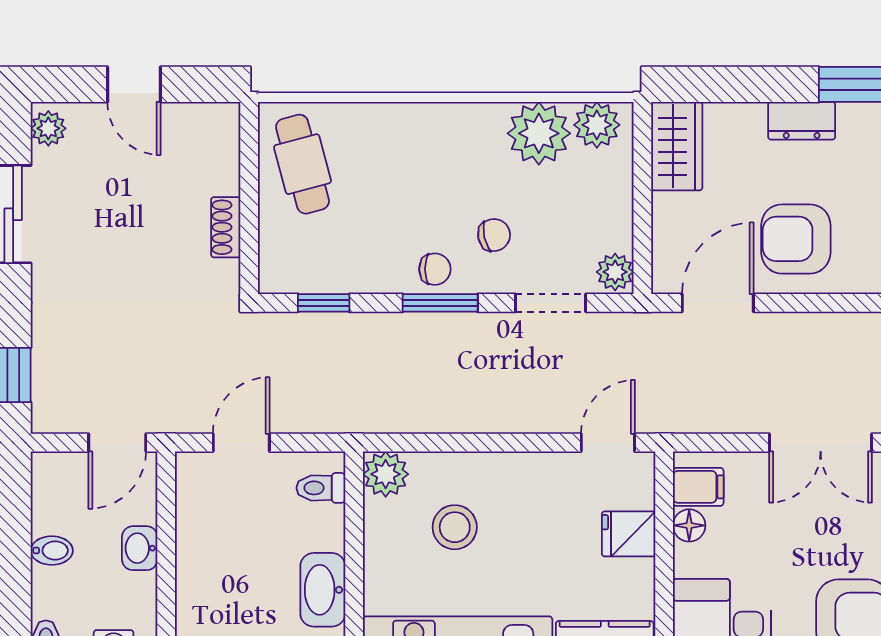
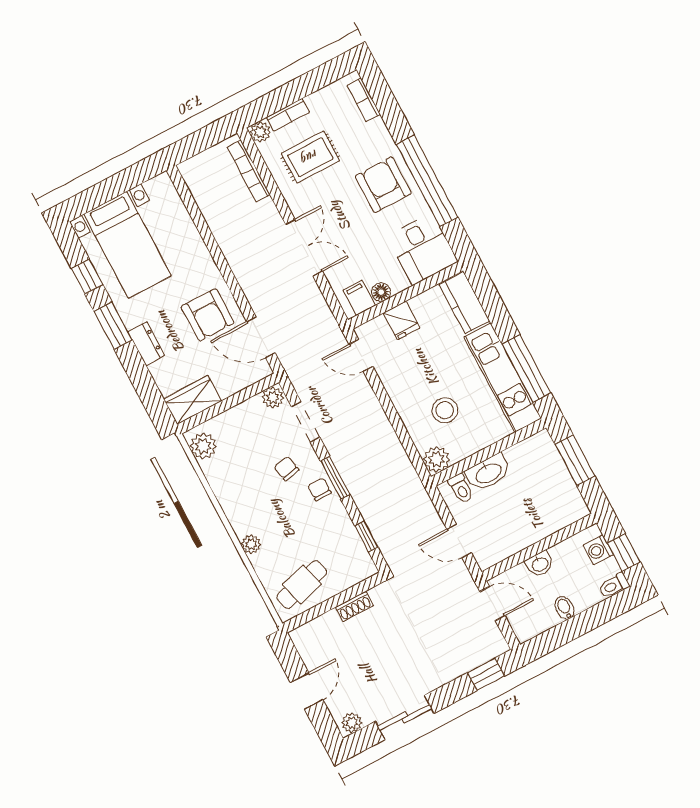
plant: (539, 133) -> (251, 544), moved, width x0.53, depth x0.53
washbasin: (323, 590) -> (488, 473), moved

